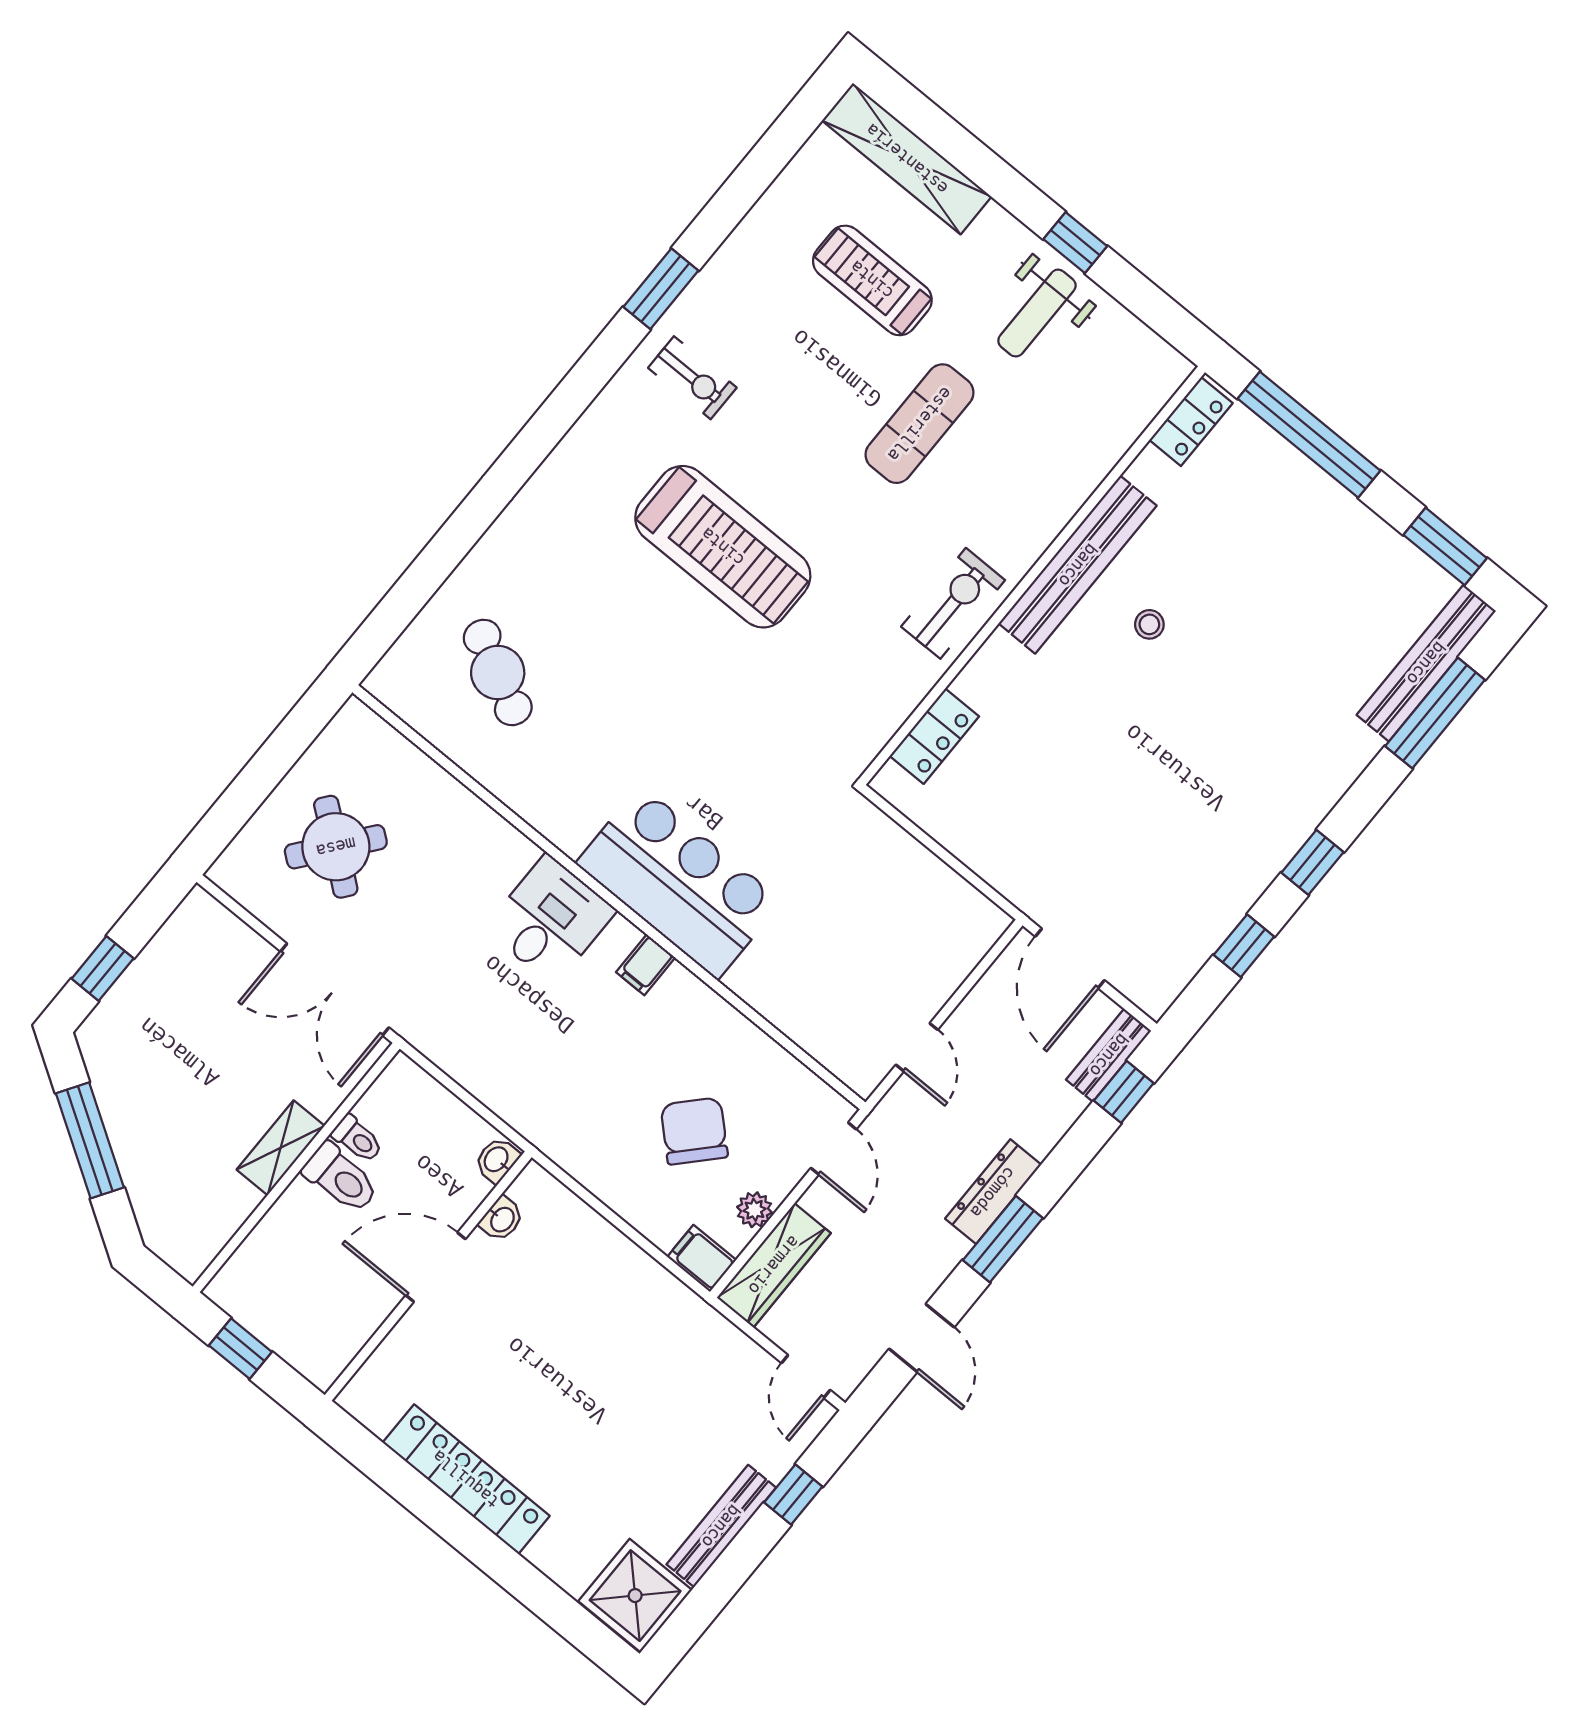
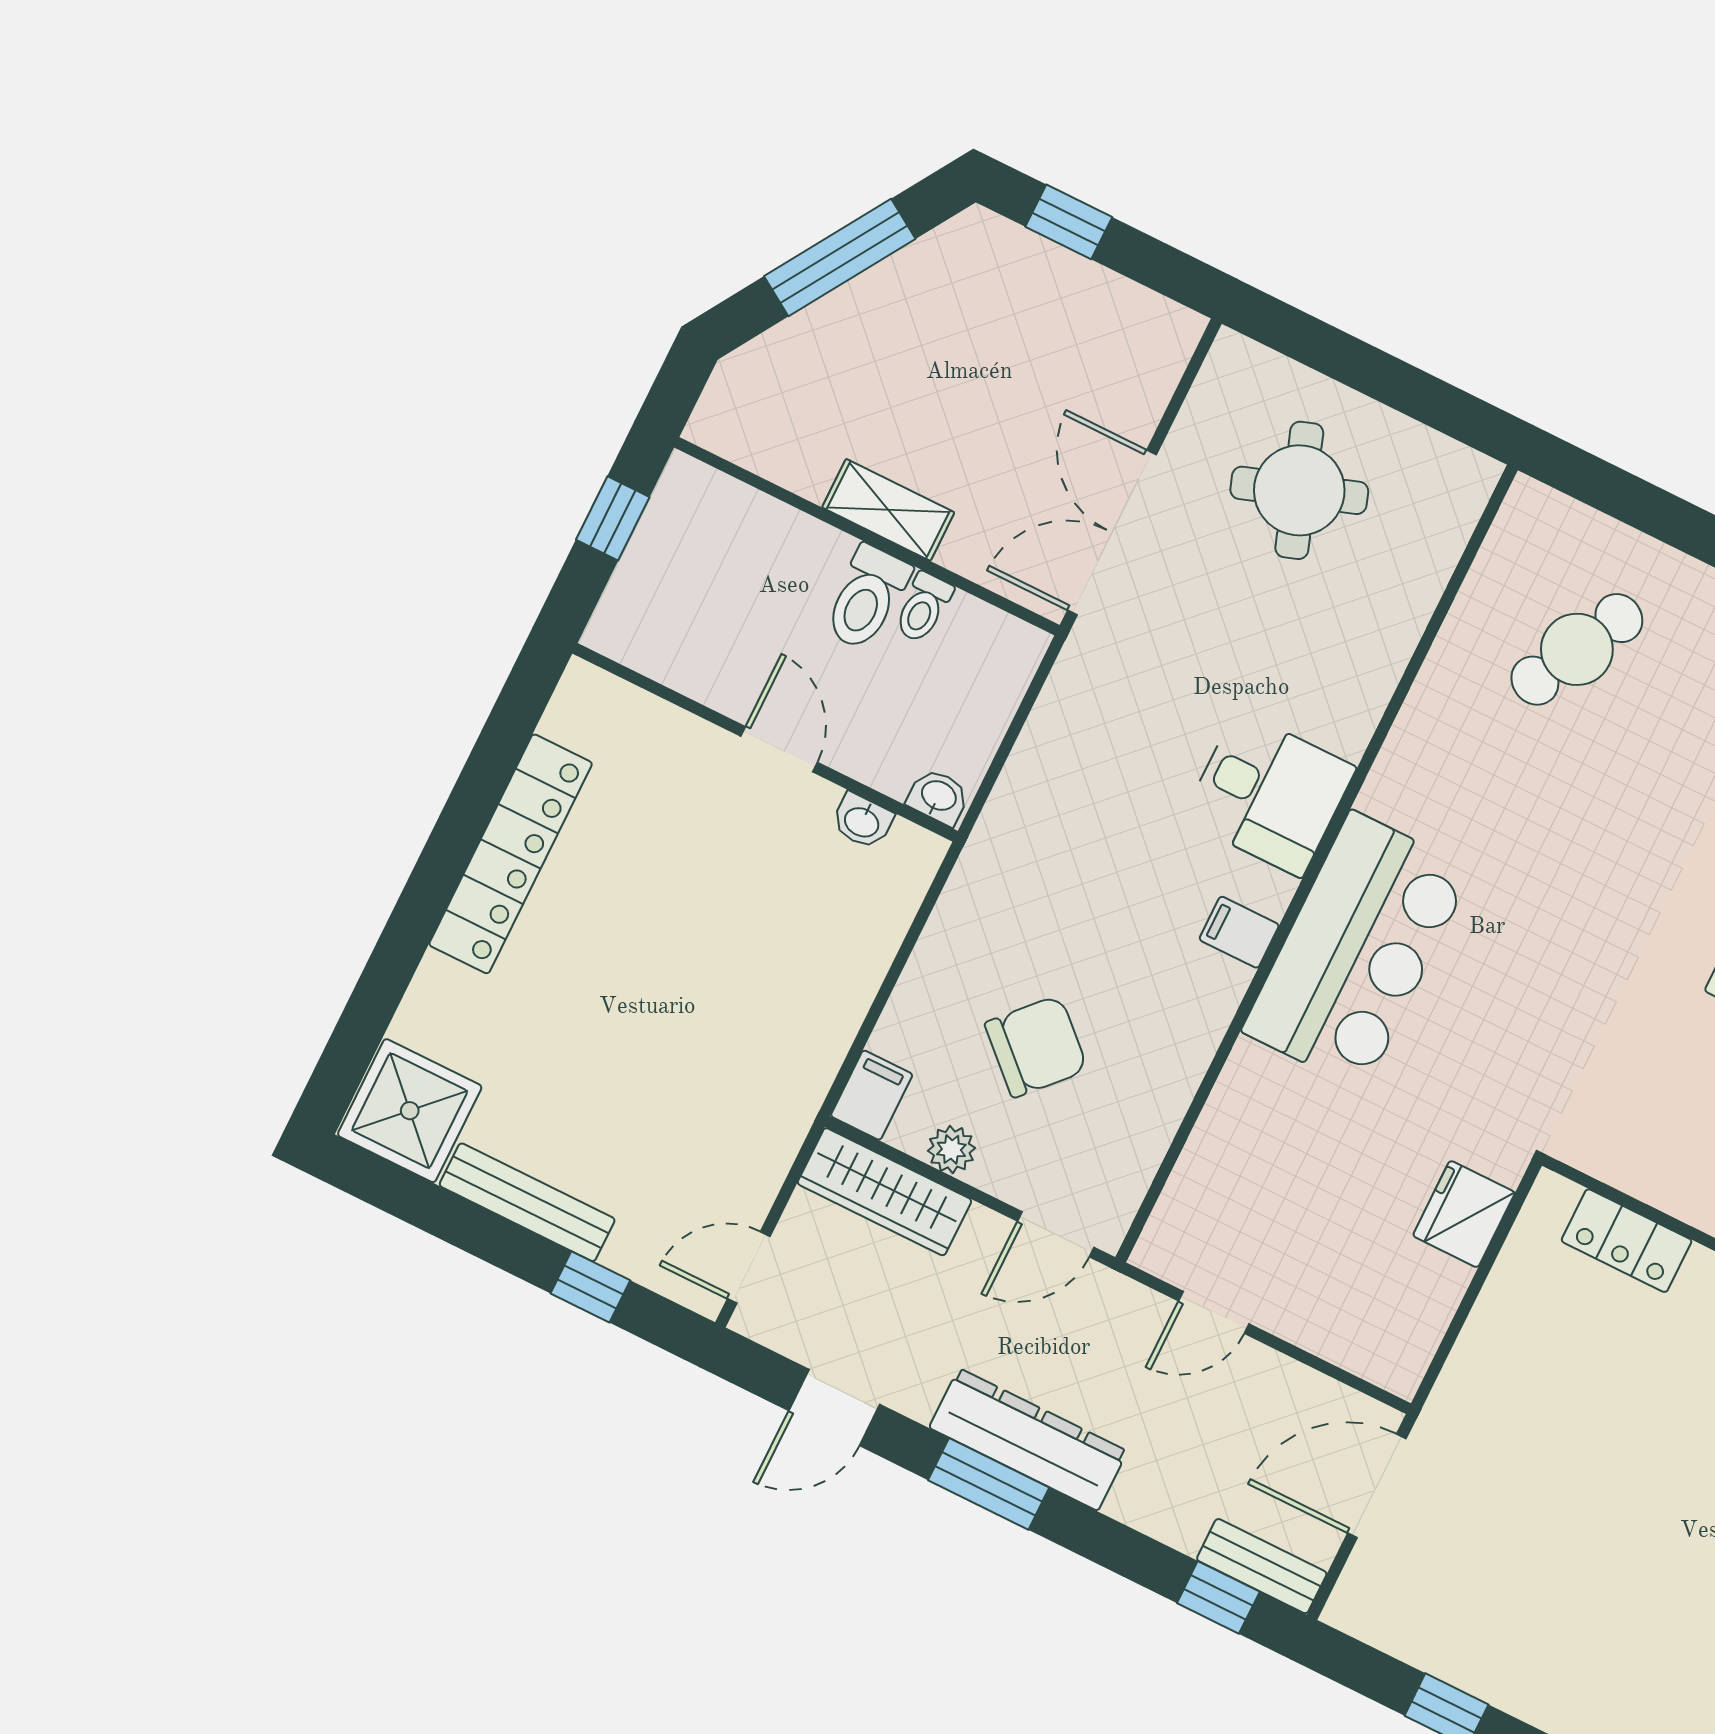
round table: (336, 847) -> (1299, 490), turned 33
fridge: (888, 850) -> (1464, 1214), added
dresser: (993, 1192) -> (1028, 1439), width x1.37, depth x1.24
door: (436, 1267) -> (779, 749), width x0.73

